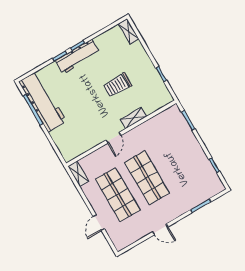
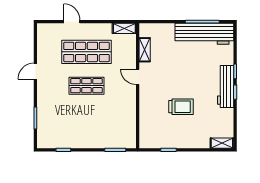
trolley: (118, 85) -> (181, 107), turned 90
shelving: (133, 118) -> (145, 50), moved
shop shelf: (147, 178) -> (87, 86), width x0.70, depth x0.74

